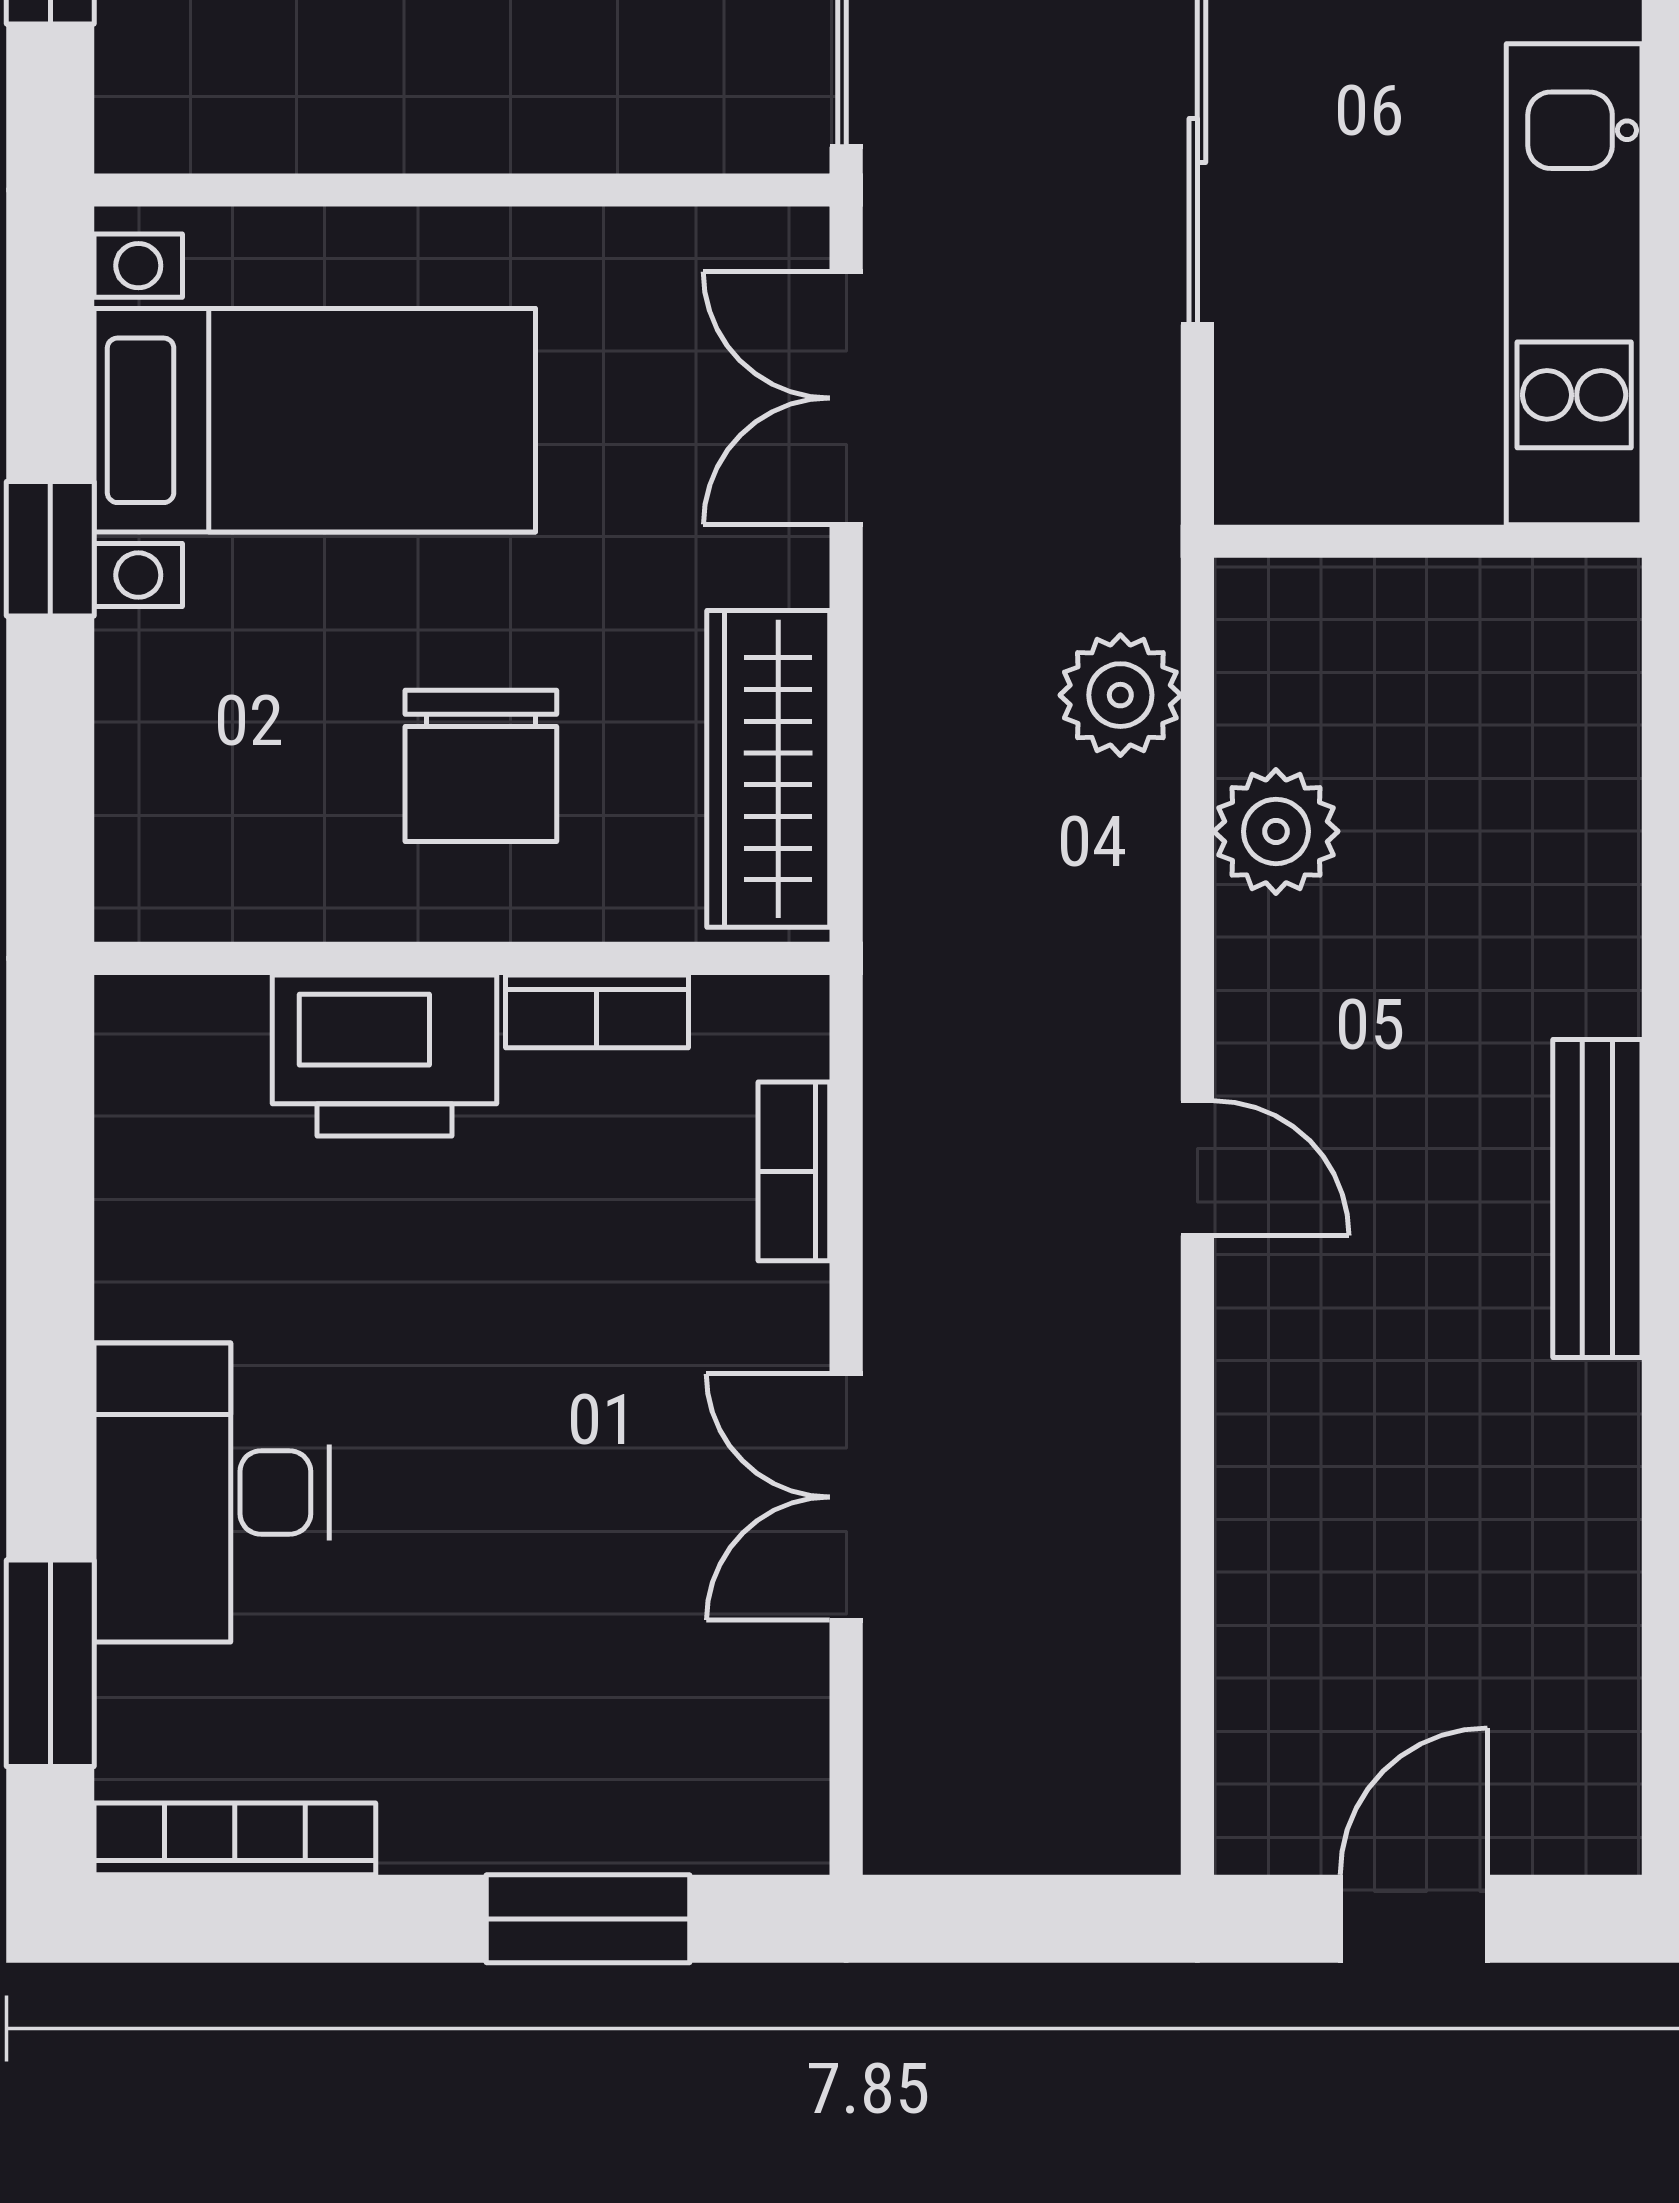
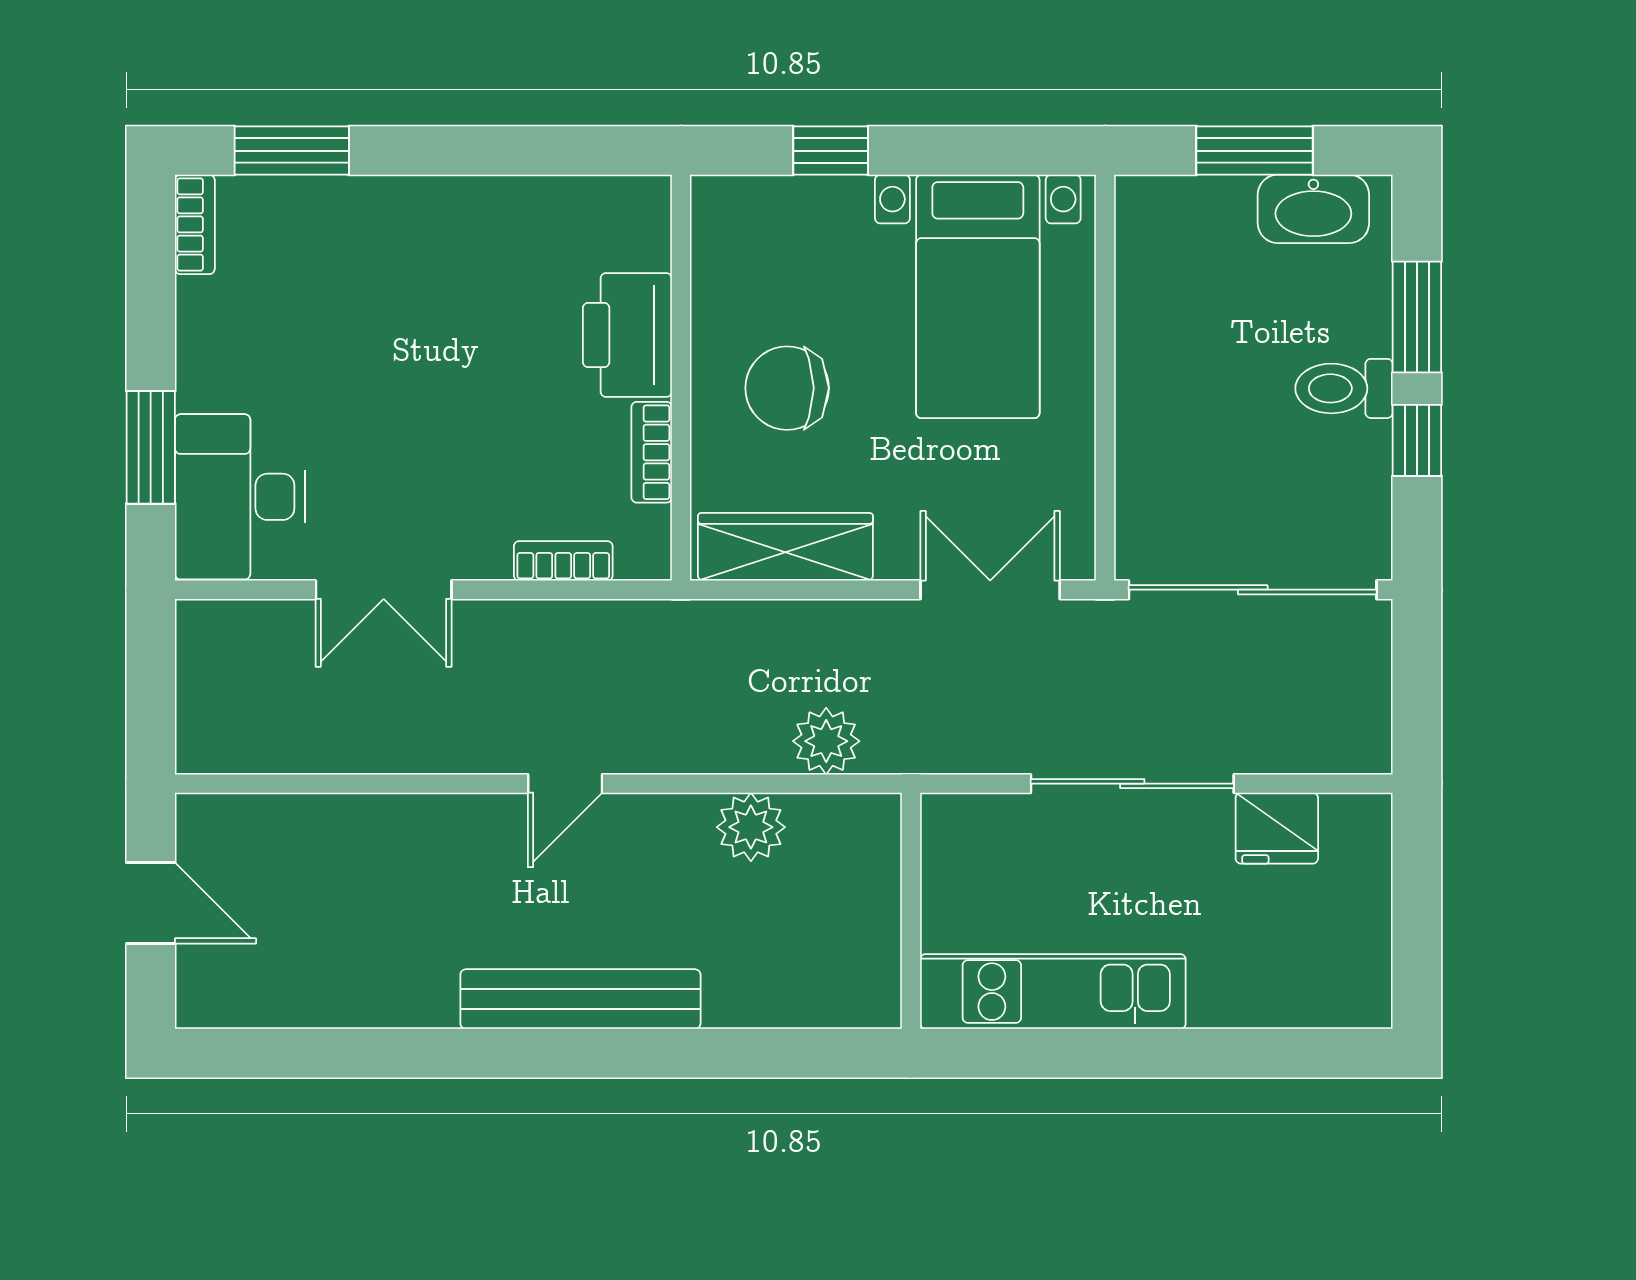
window: (50, 549) -> (831, 151), moved
bench: (1597, 1199) -> (580, 999), width x1.37, depth x1.21
desk: (212, 1493) -> (240, 497), moved, turned -90
double door: (846, 1497) -> (384, 590), swing flipped
bookcase: (235, 1839) -> (195, 224), width x0.64

